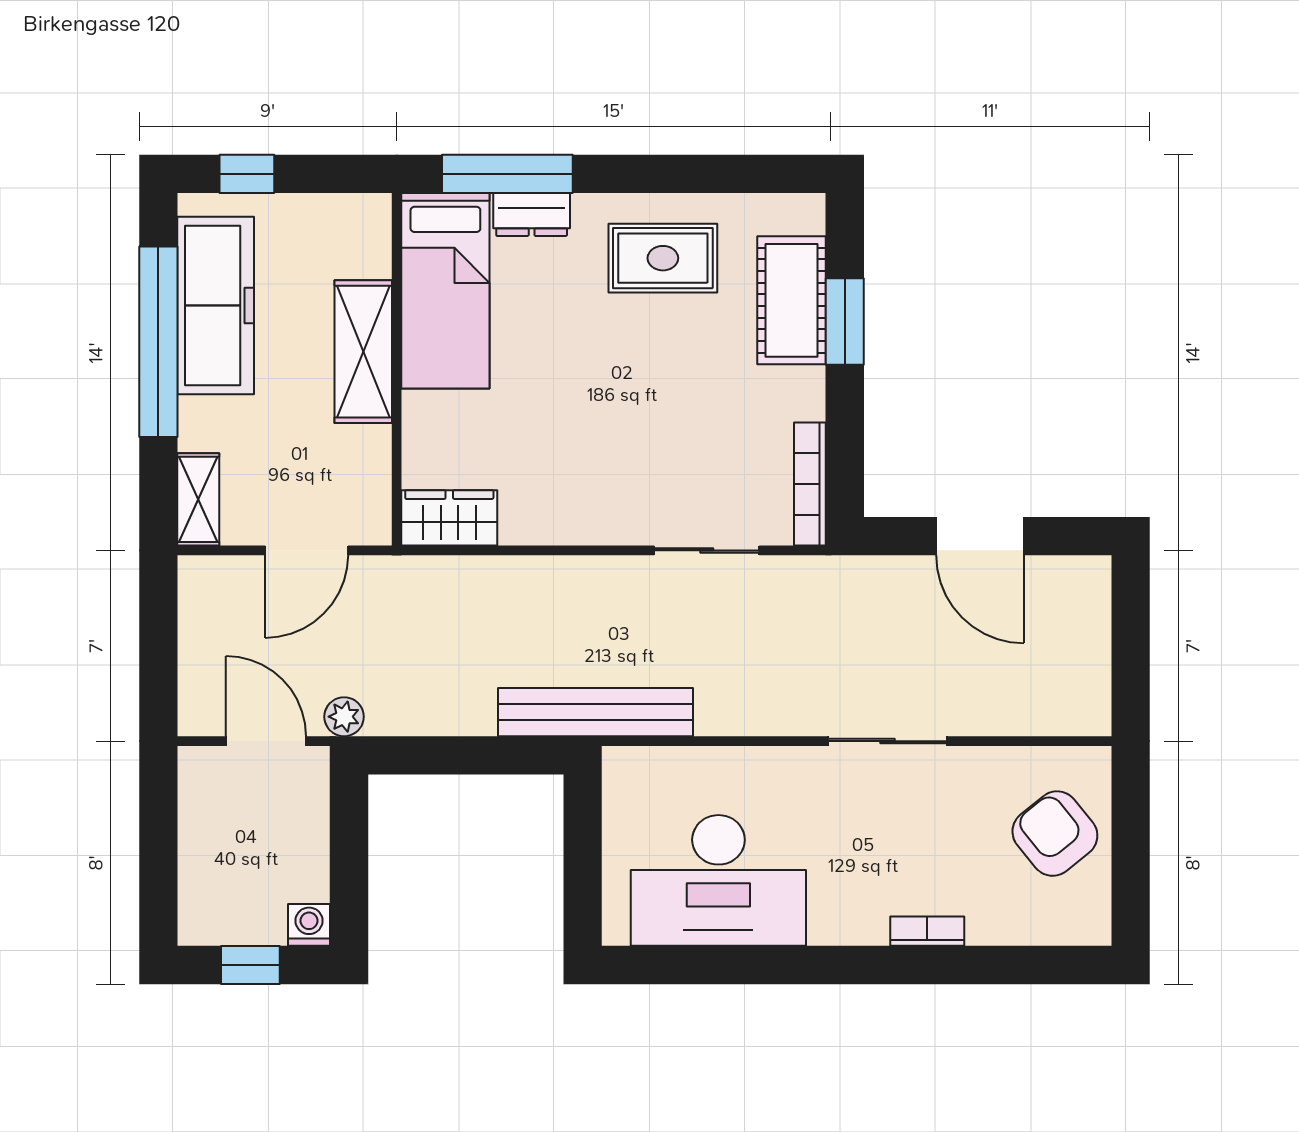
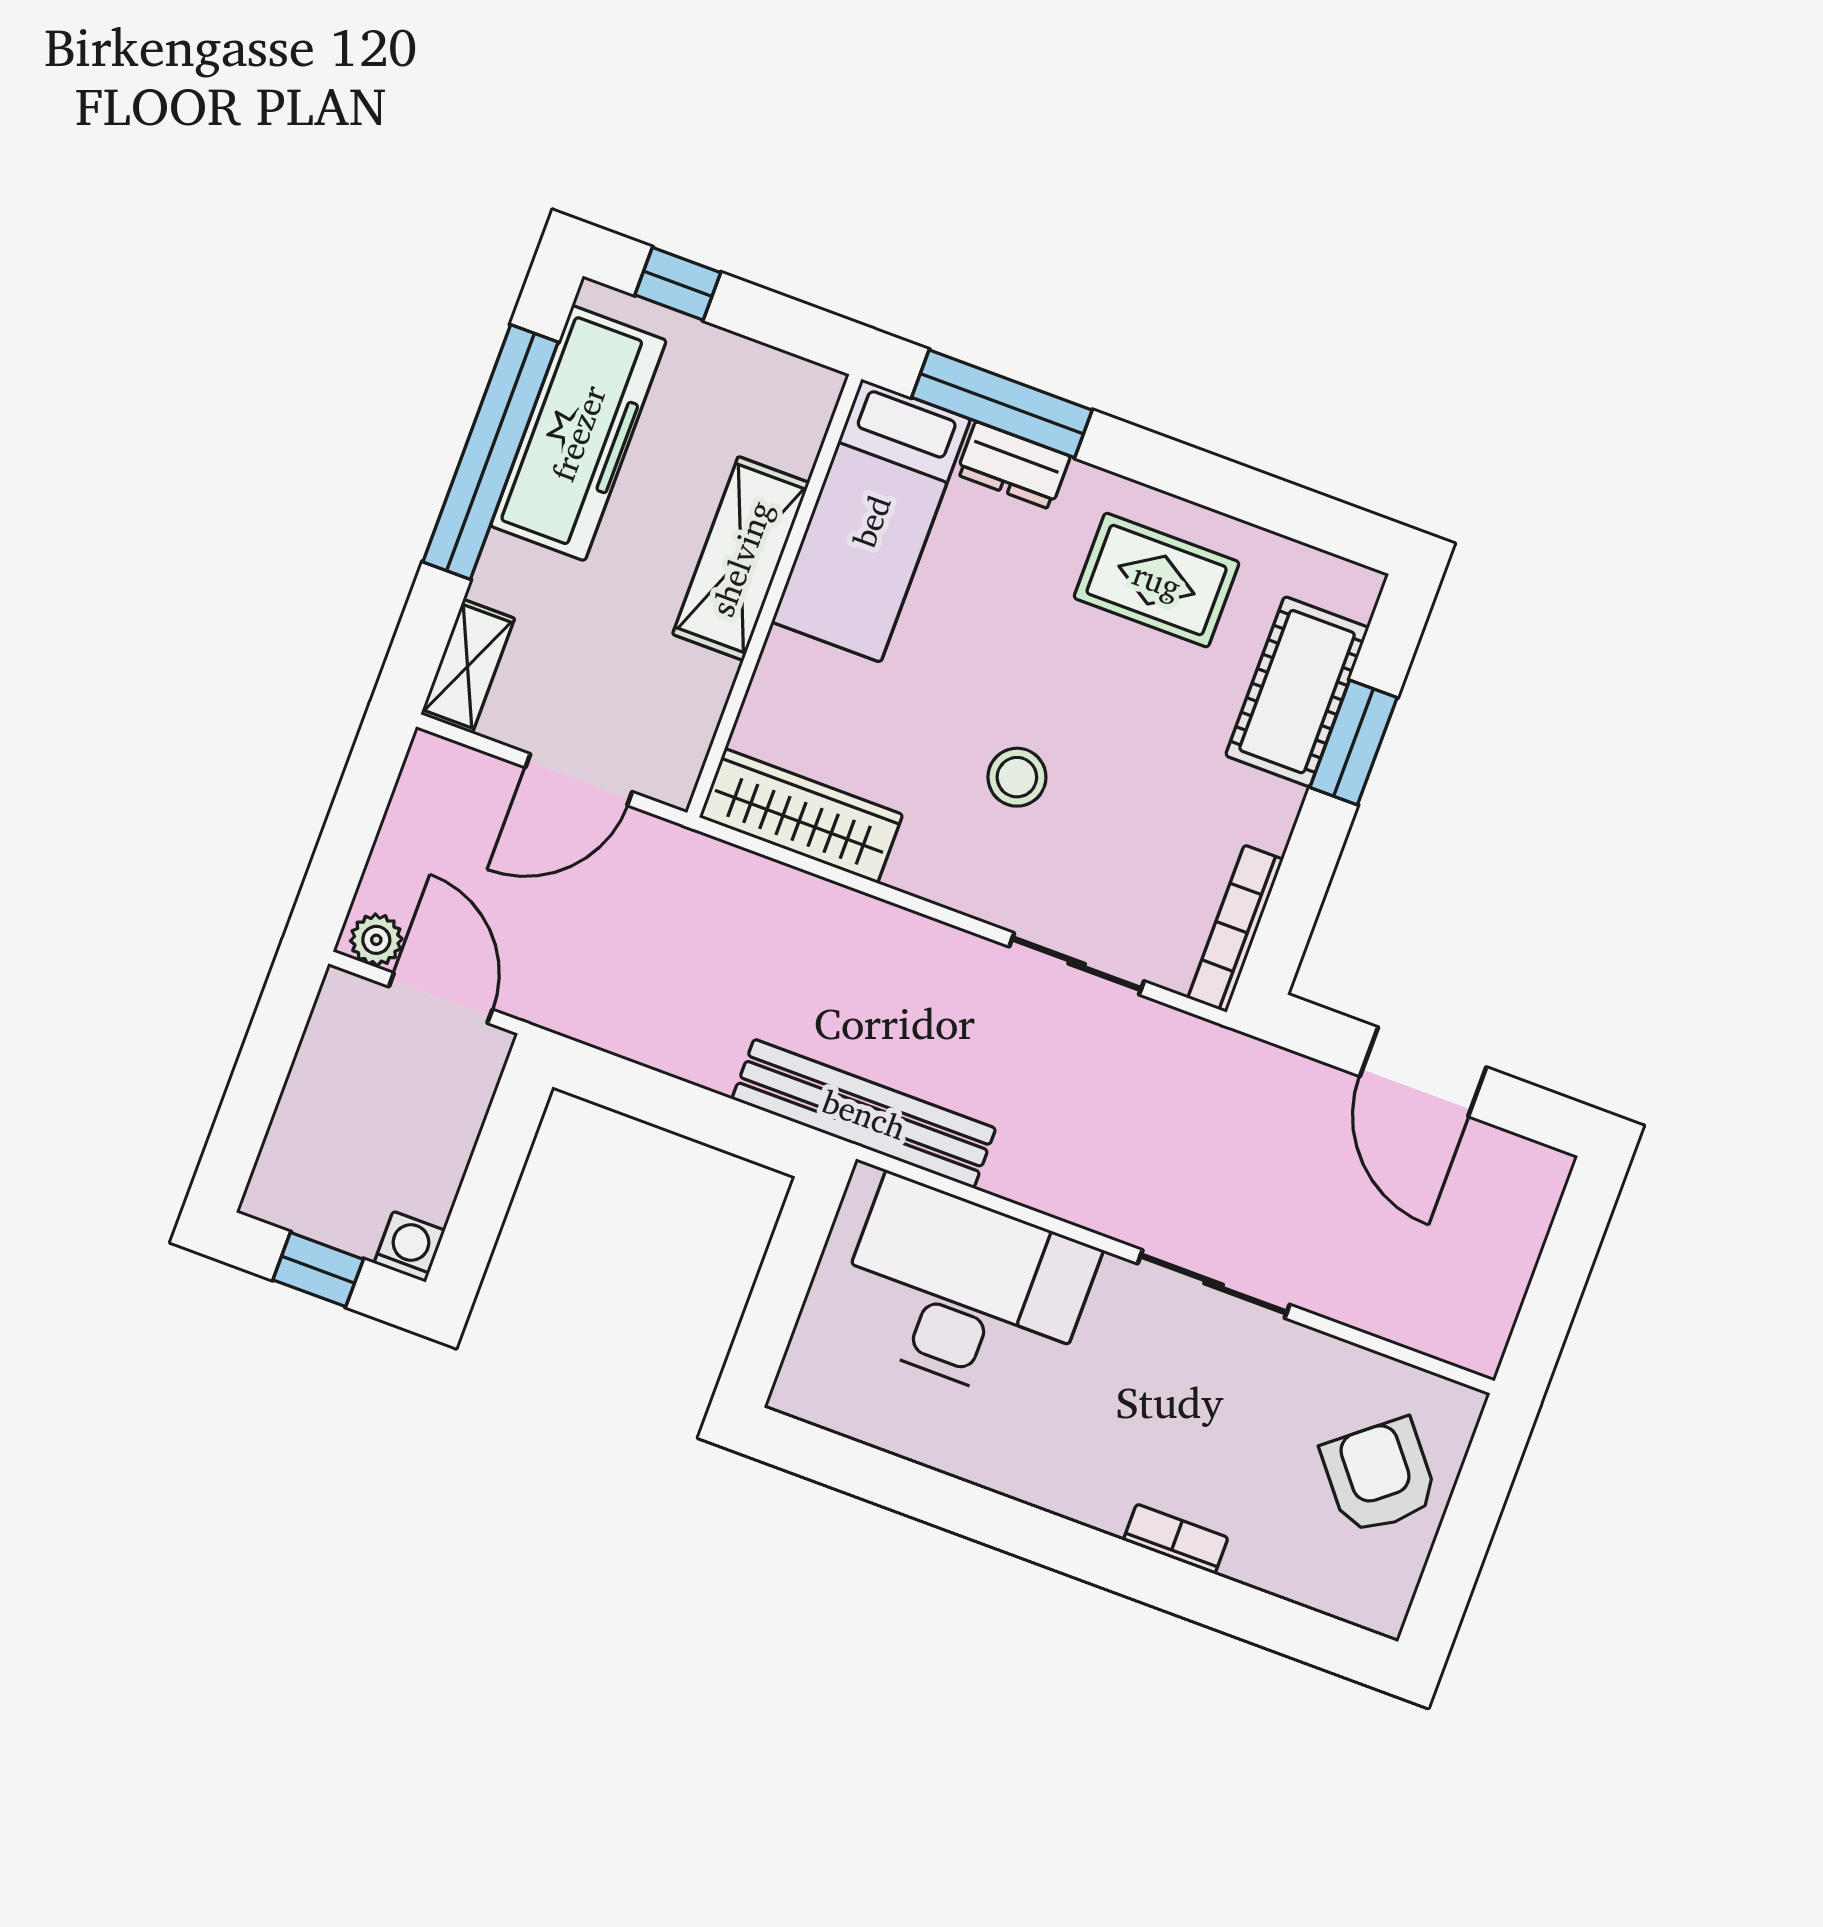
stool: (616, 434) -> (1017, 777), added
wardrobe: (449, 518) -> (801, 816), width x1.50
plant: (344, 717) -> (376, 940), moved
desk: (718, 880) -> (965, 1291), moved, turned 180

